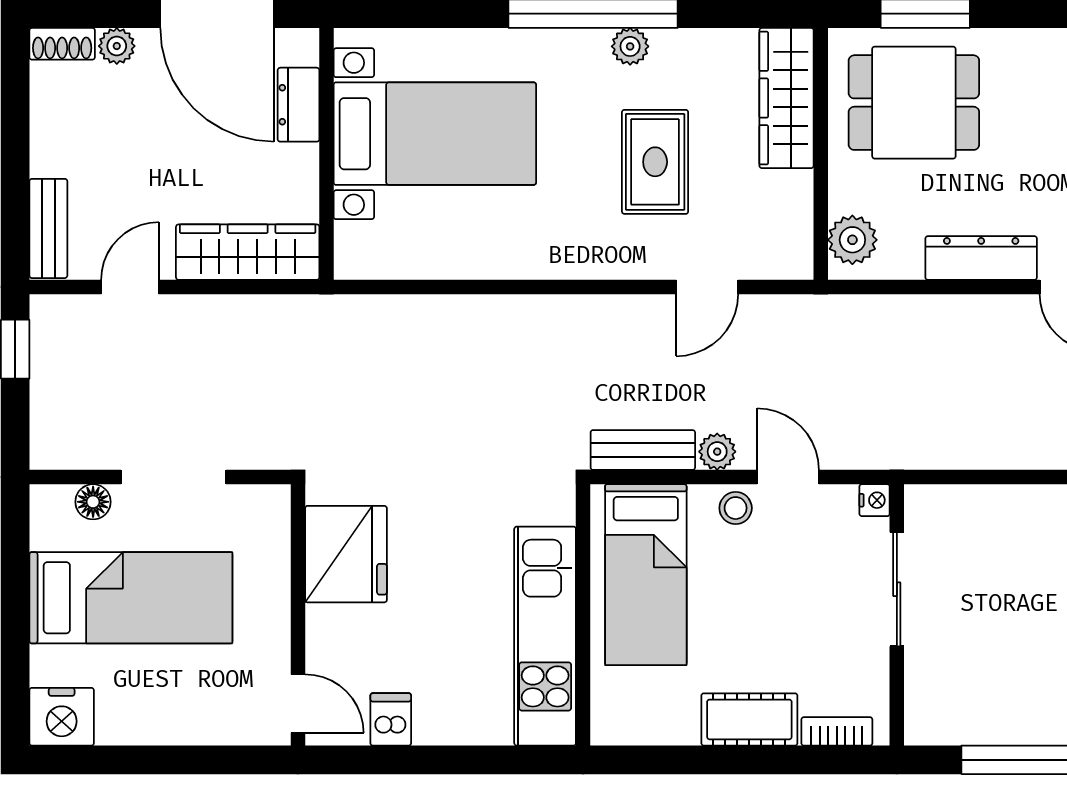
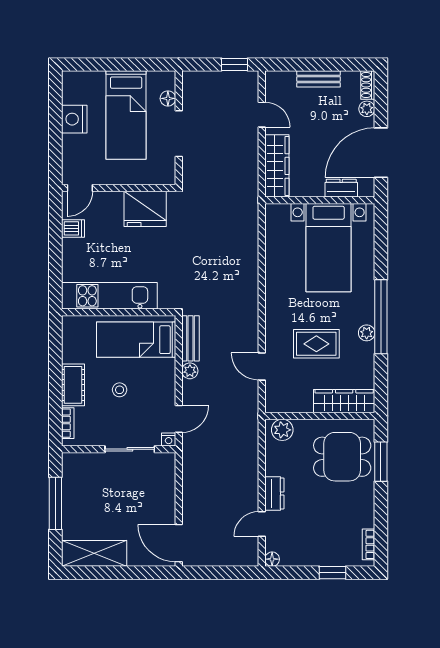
dining table: (914, 103) -> (342, 457), turned 90
bench: (48, 228) -> (319, 79), moved
dresser: (981, 258) -> (274, 493), width x0.70
door: (788, 477) -> (179, 419), moved
stool: (736, 508) -> (120, 390), moved
nightstand: (62, 717) -> (74, 119), moved

